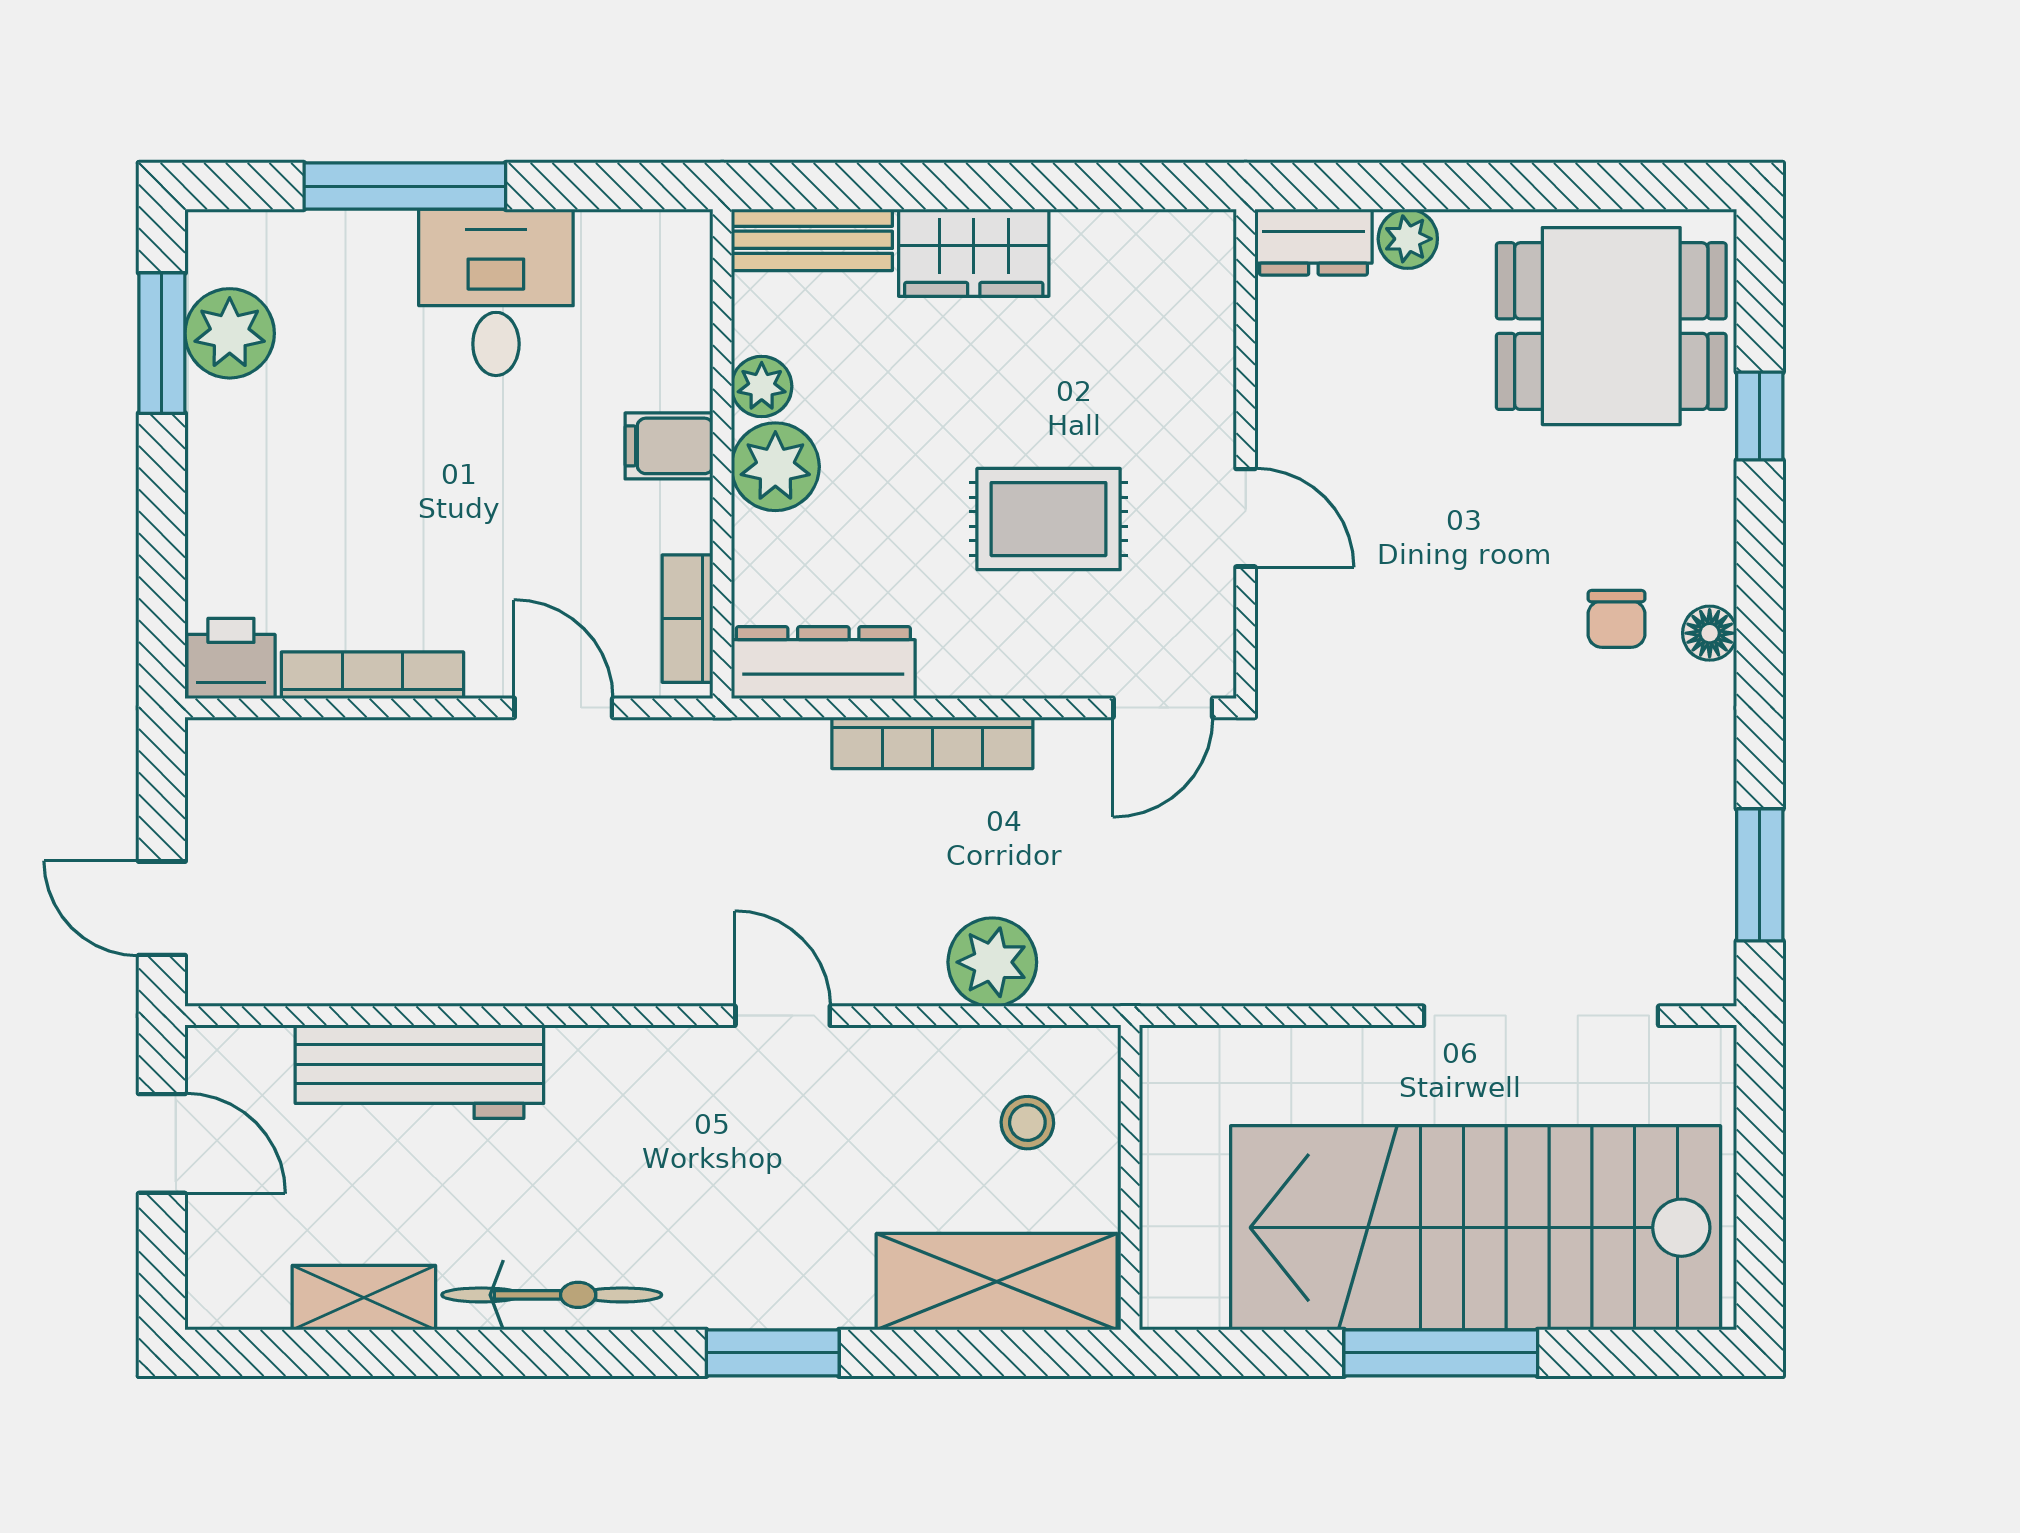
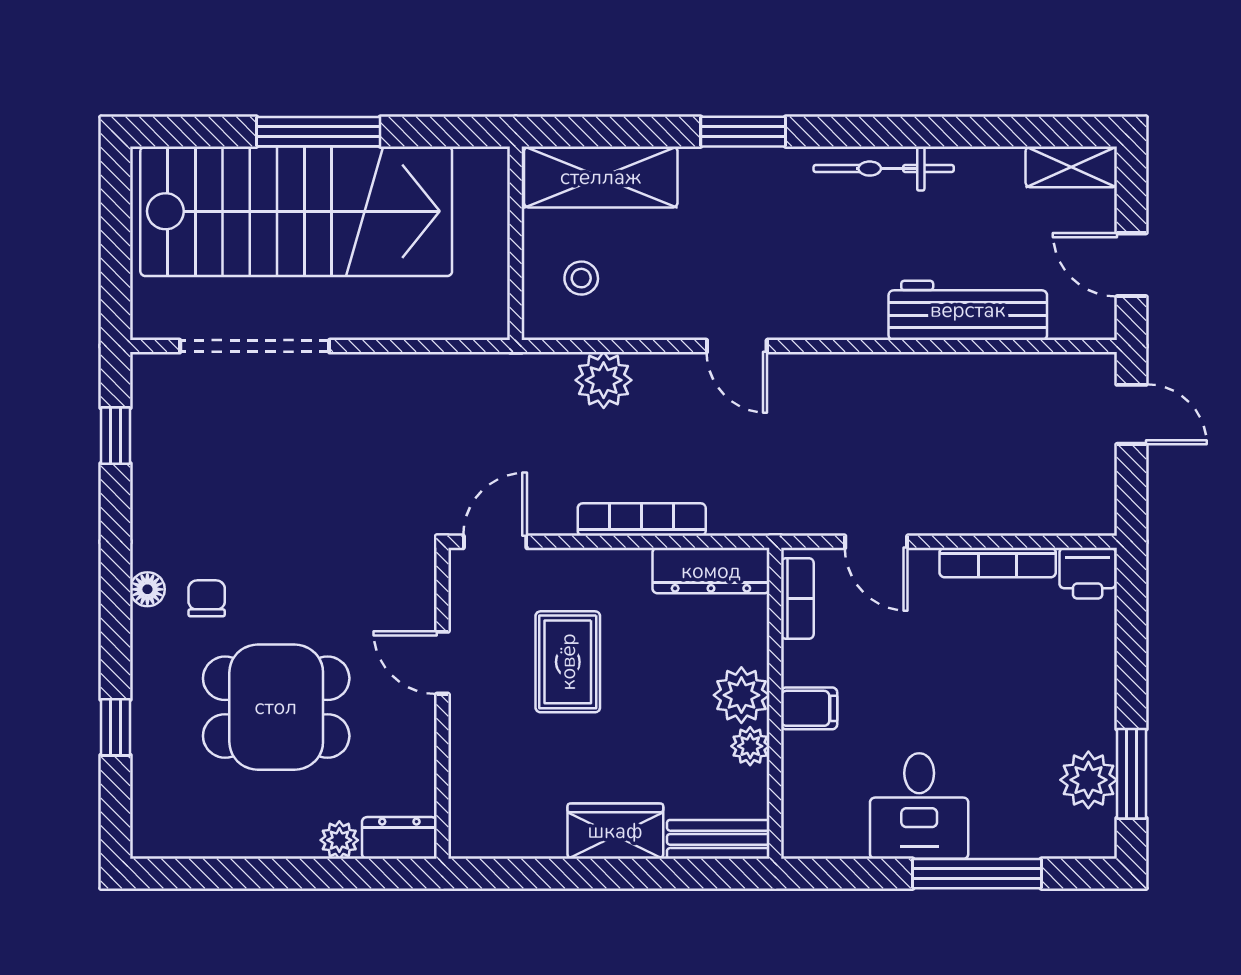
dining table: (1611, 326) -> (276, 707), moved
rug: (1049, 519) -> (568, 662), turned 90
window: (1760, 875) -> (116, 436), width x0.67
shelving: (364, 1298) -> (1071, 167), moved

